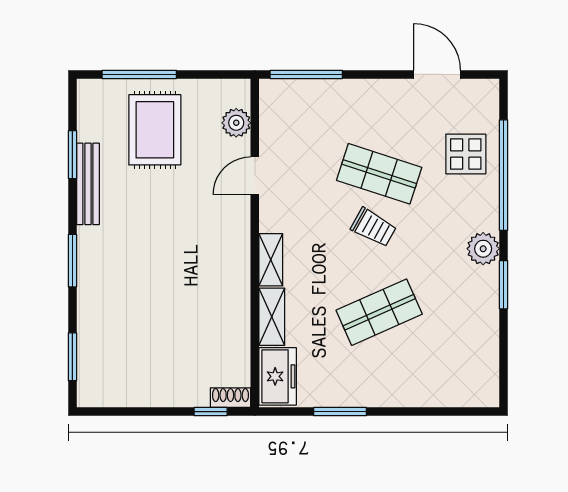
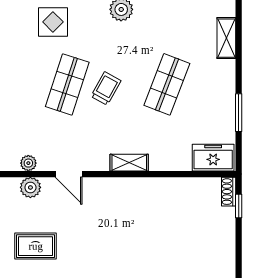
plant: (270, 120) -> (28, 163), added
rug: (155, 130) -> (36, 246), width x0.73, depth x0.70
shop shelf: (379, 312) -> (167, 84), turned 45
shelving: (272, 317) -> (226, 38), moved, turned 90

